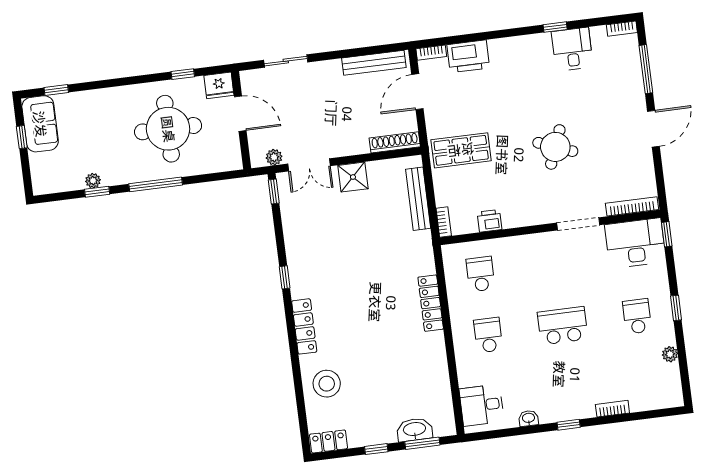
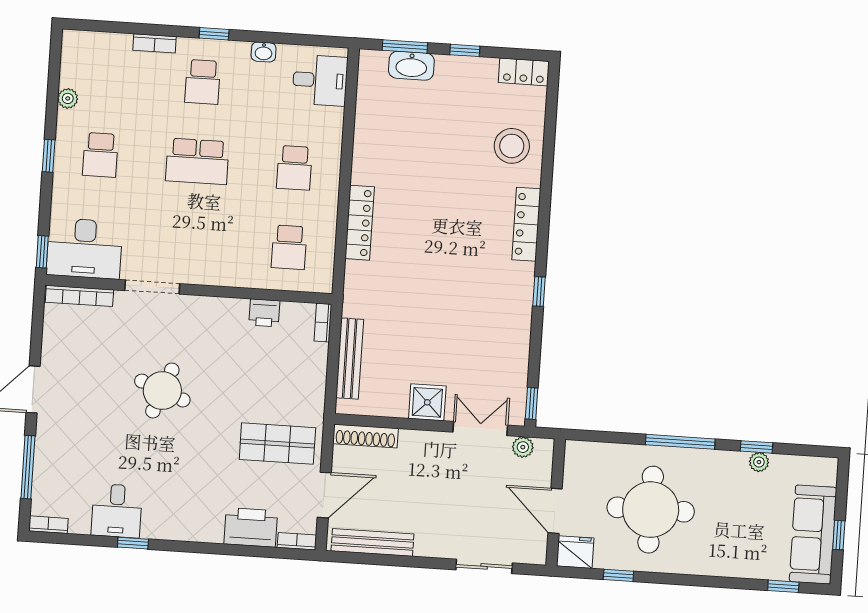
sofa: (40, 124) -> (813, 535), width x1.36
shop shelf: (461, 150) -> (277, 444), moved
school desk: (570, 387) -> (203, 82), added

